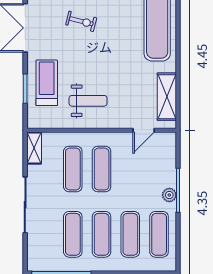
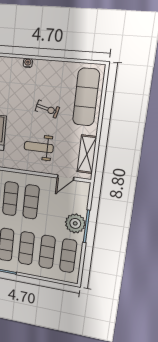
exercise bike: (81, 21) -> (47, 109), moved
weight bench: (88, 101) -> (39, 147), moved, turned 180
plant: (169, 195) -> (75, 223), width x1.88, depth x1.88

